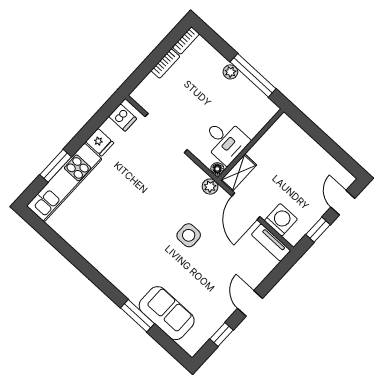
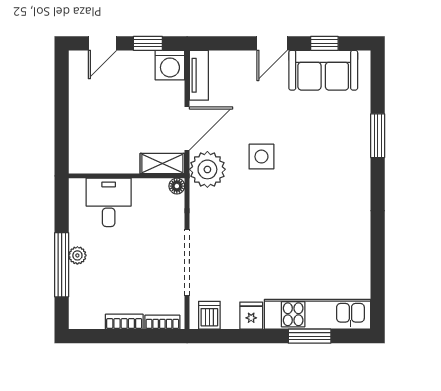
bookcase: (186, 41) -> (162, 322), moved
window: (253, 75) -> (62, 265), moved
desk: (225, 141) -> (109, 202), moved
plant: (210, 187) -> (207, 169), width x1.87, depth x1.87
washing machine: (281, 220) -> (170, 65), moved, turned -90
sofa: (167, 313) -> (323, 70), moved, turned -90

